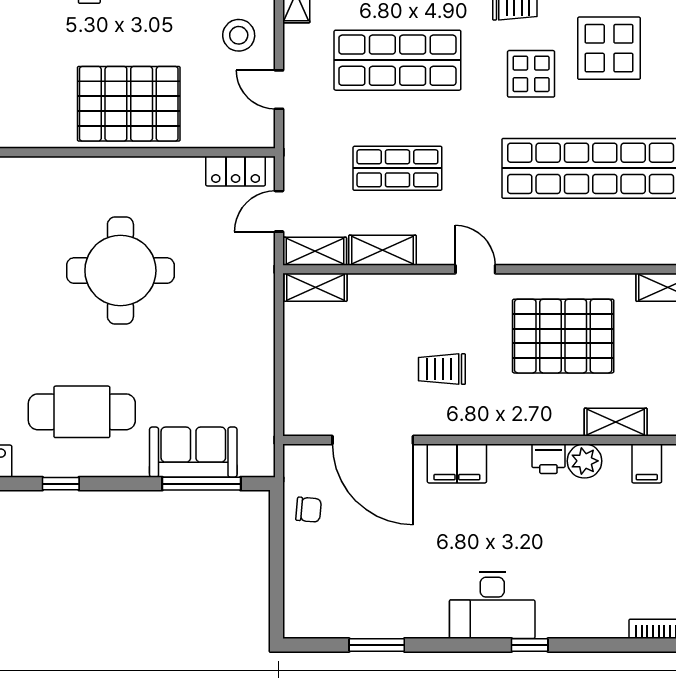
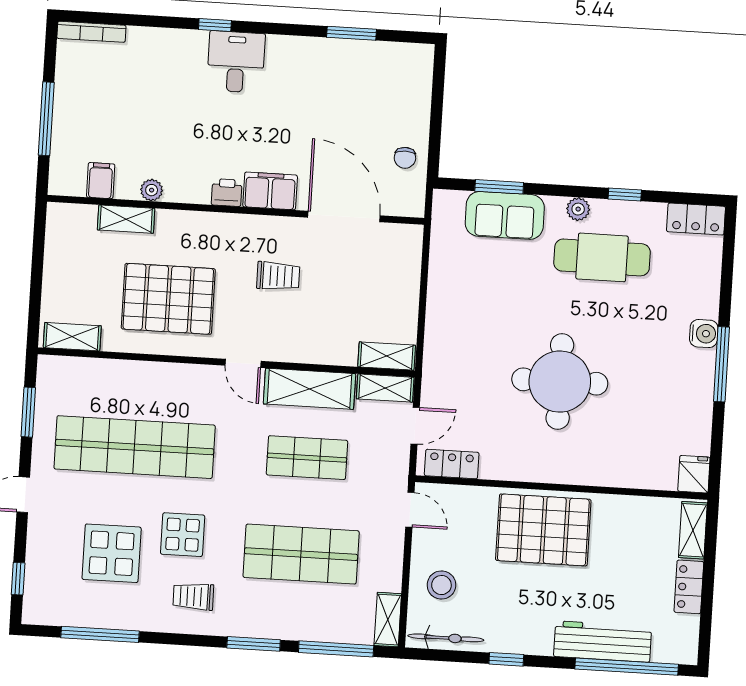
door: (279, 90) -> (410, 510), moved
shelving: (383, 250) -> (310, 389), width x1.50, depth x1.33
printer: (548, 459) -> (227, 193), moved
plant: (585, 461) -> (152, 190), width x0.73, depth x0.73
plant: (112, 464) -> (578, 209), added
window: (201, 484) -> (499, 187), width x0.69
chair: (309, 510) -> (405, 158), turned -95
desk: (492, 605) -> (236, 62), width x0.73

